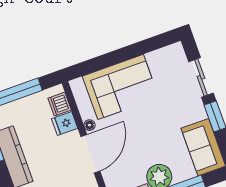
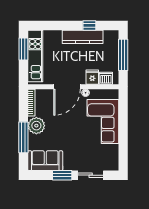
door: (90, 154) -> (67, 87), hinge flipped

